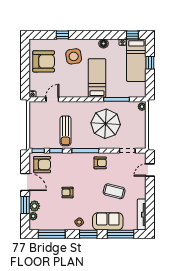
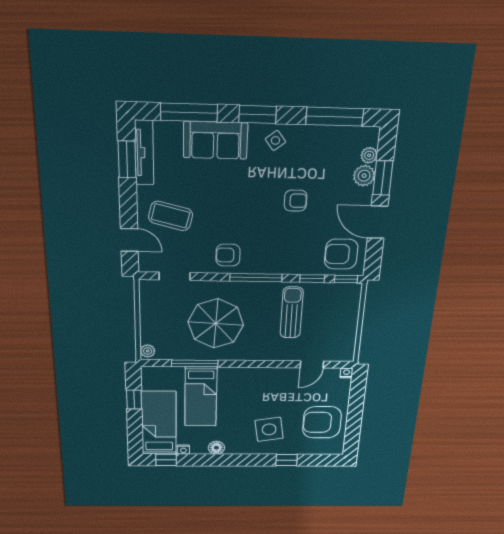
window: (150, 63) -> (134, 400), moved
bed: (97, 78) -> (201, 397), moved
door: (150, 170) -> (129, 240), hinge flipped
coffee table: (114, 191) -> (171, 216), moved
window: (150, 211) -> (127, 159), added

